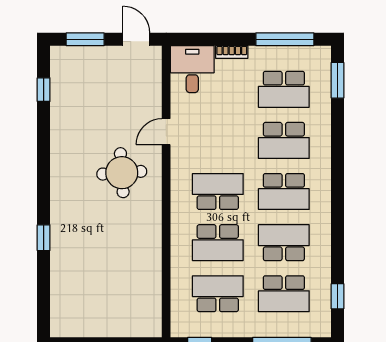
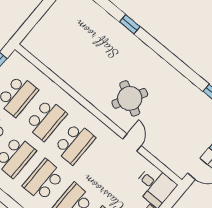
round table: (122, 173) -> (130, 98), turned 33
school desk: (218, 243) -> (46, 120), turned 180

